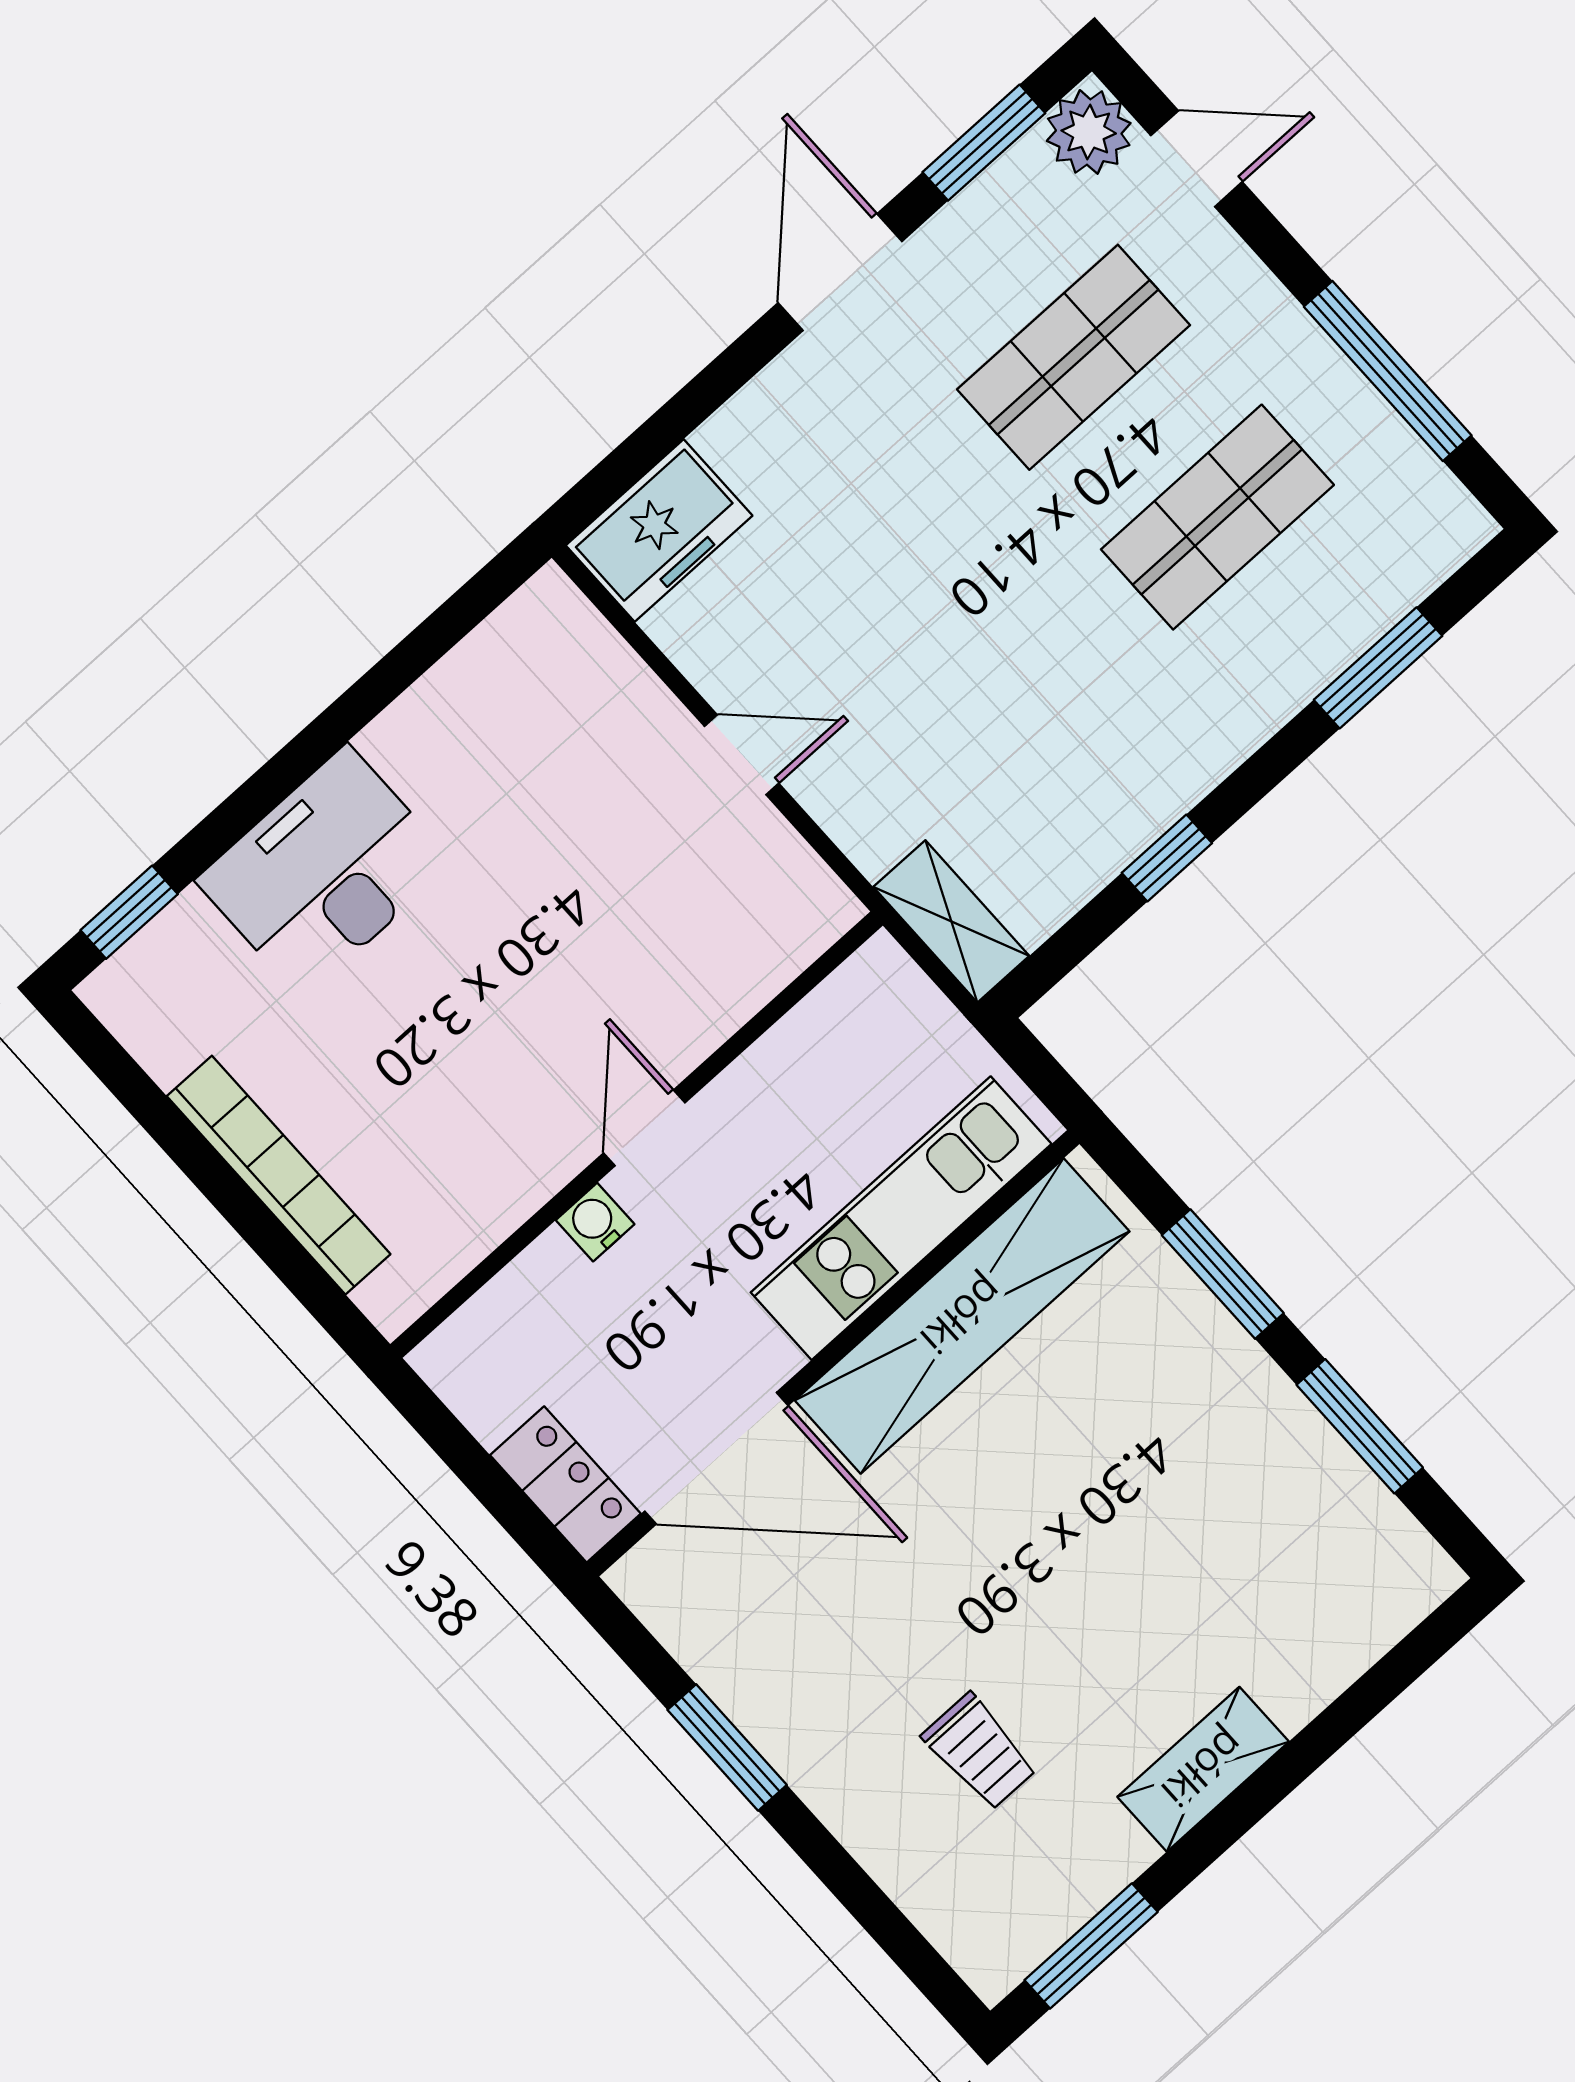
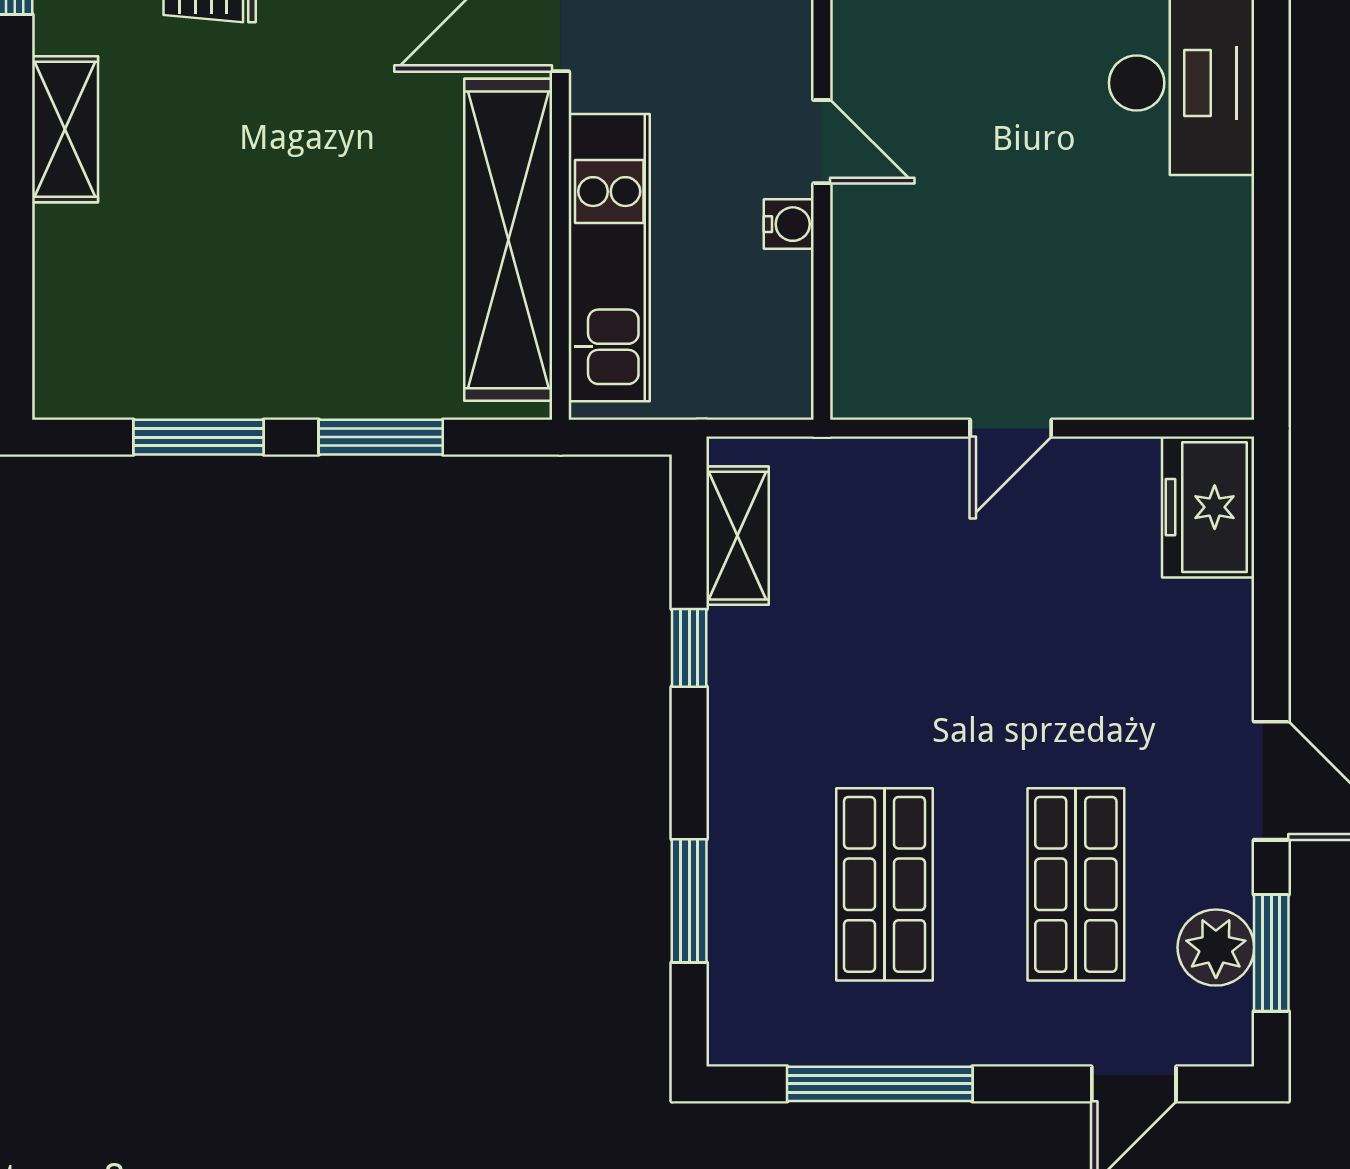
plant: (1089, 132) -> (1216, 948), moved
shelving: (951, 921) -> (737, 536), moved, turned 90
water cooler: (595, 1222) -> (789, 224), moved

